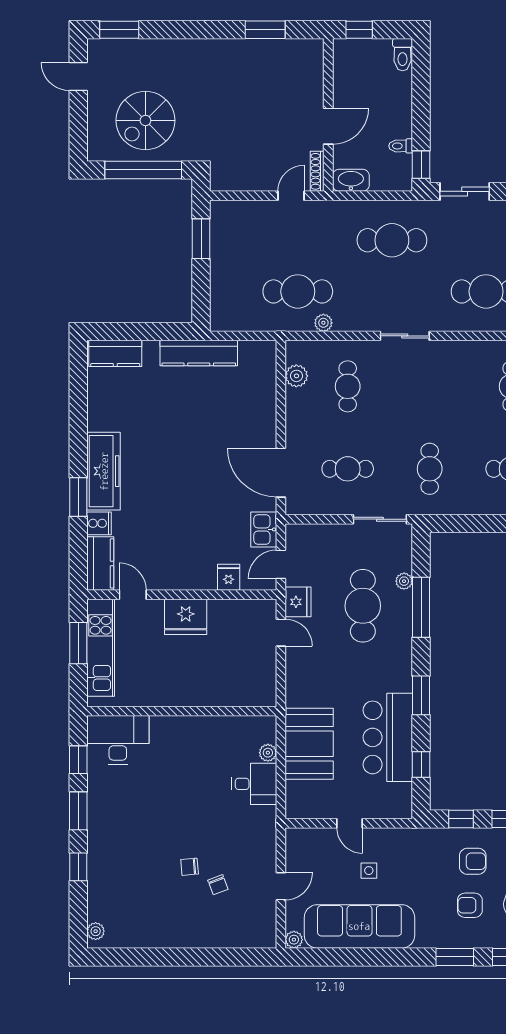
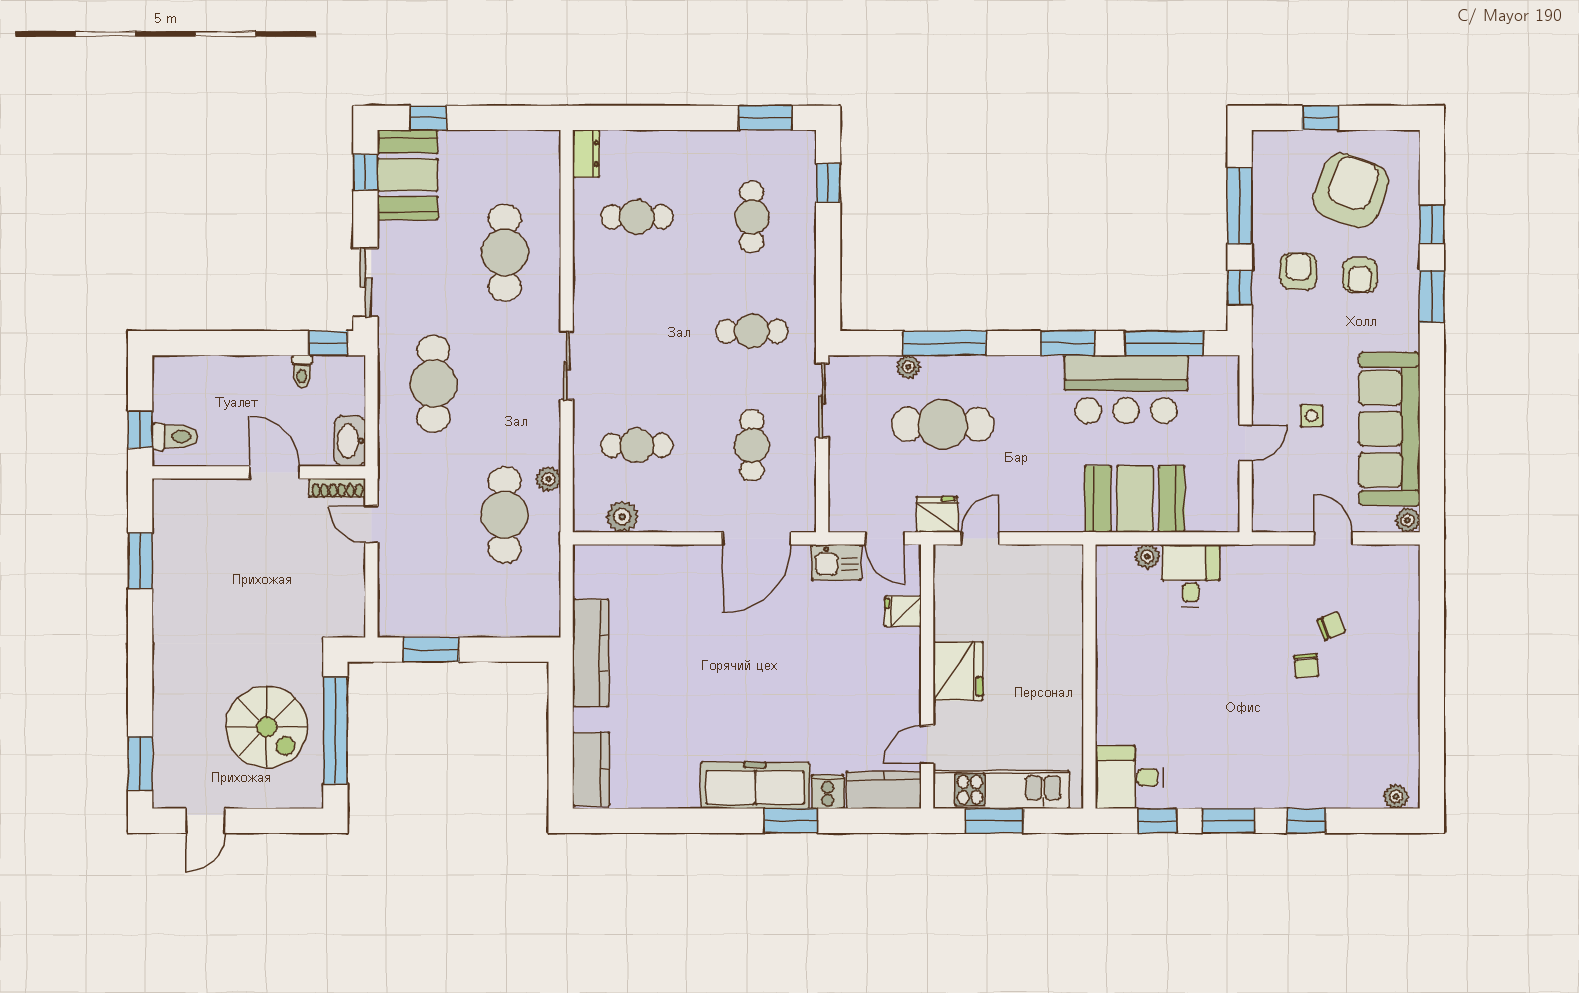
toilet: (403, 55) -> (175, 436), moved
desk: (118, 740) -> (1129, 777), width x0.73
window: (421, 764) -> (1164, 343), width x2.17

